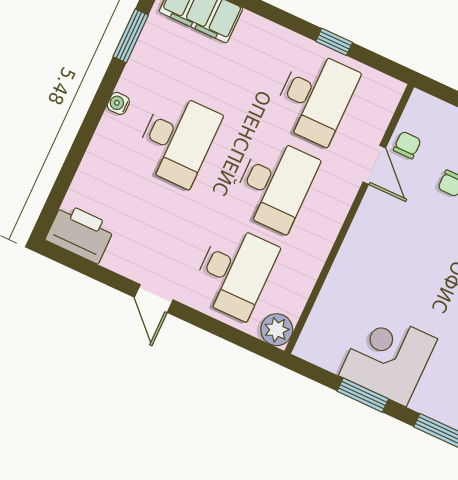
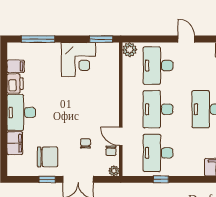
plant: (420, 102) -> (114, 171), added
window: (363, 395) -> (101, 39), moved

